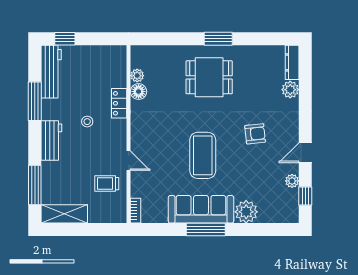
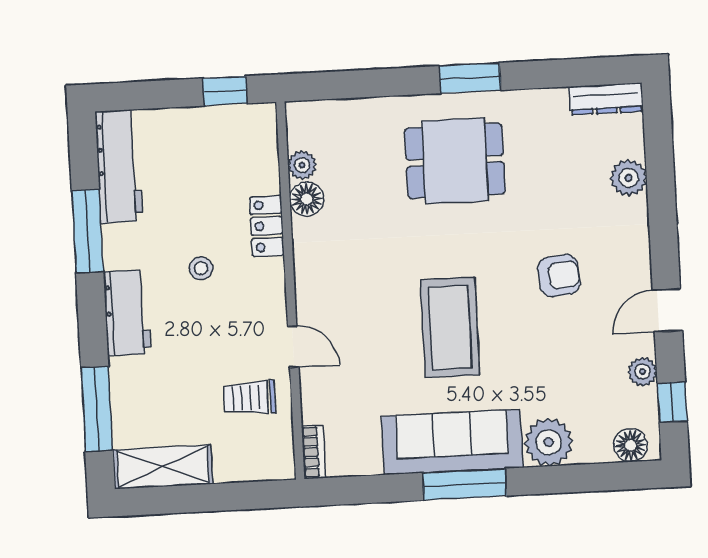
window: (65, 39) -> (225, 91), moved
dresser: (292, 62) -> (606, 99), moved, turned -90
floor lamp: (285, 215) -> (630, 445), added

